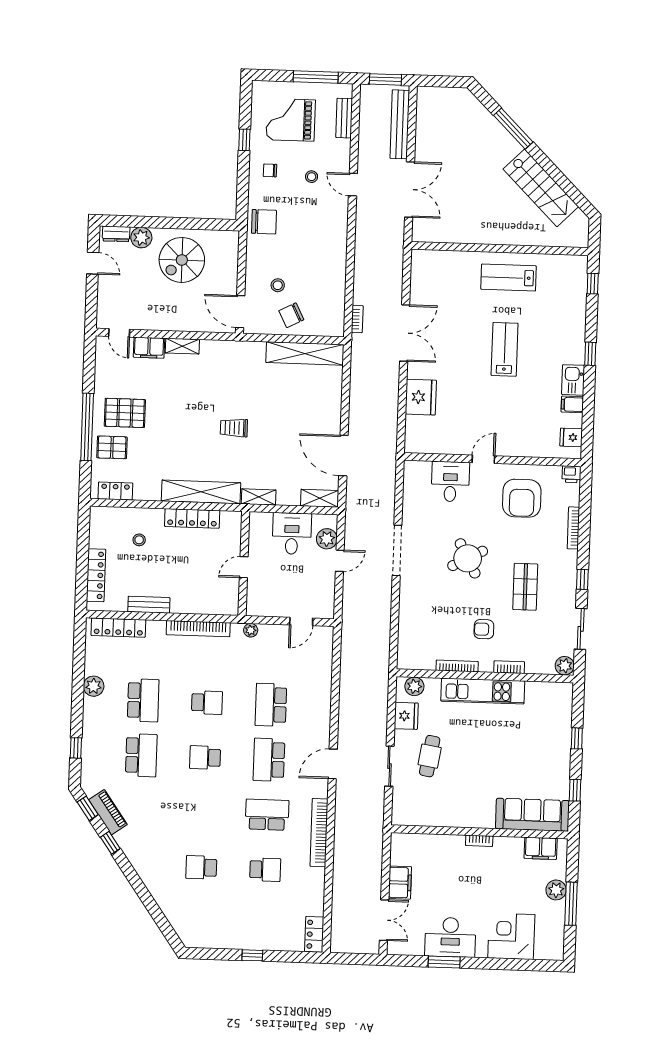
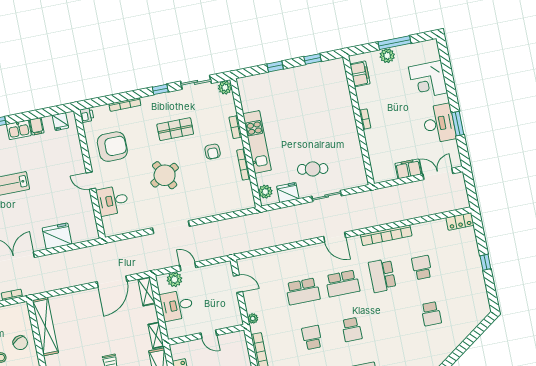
sofa: (532, 815) -> (337, 85), removed

